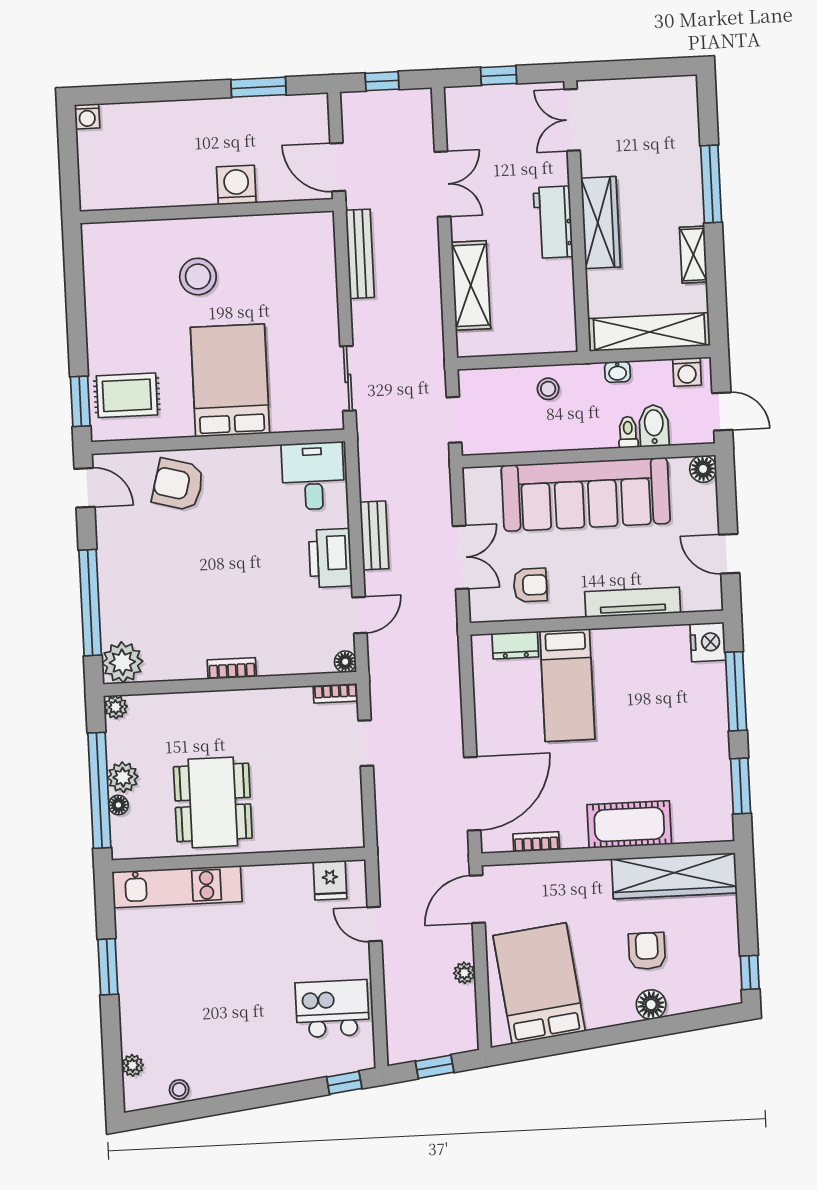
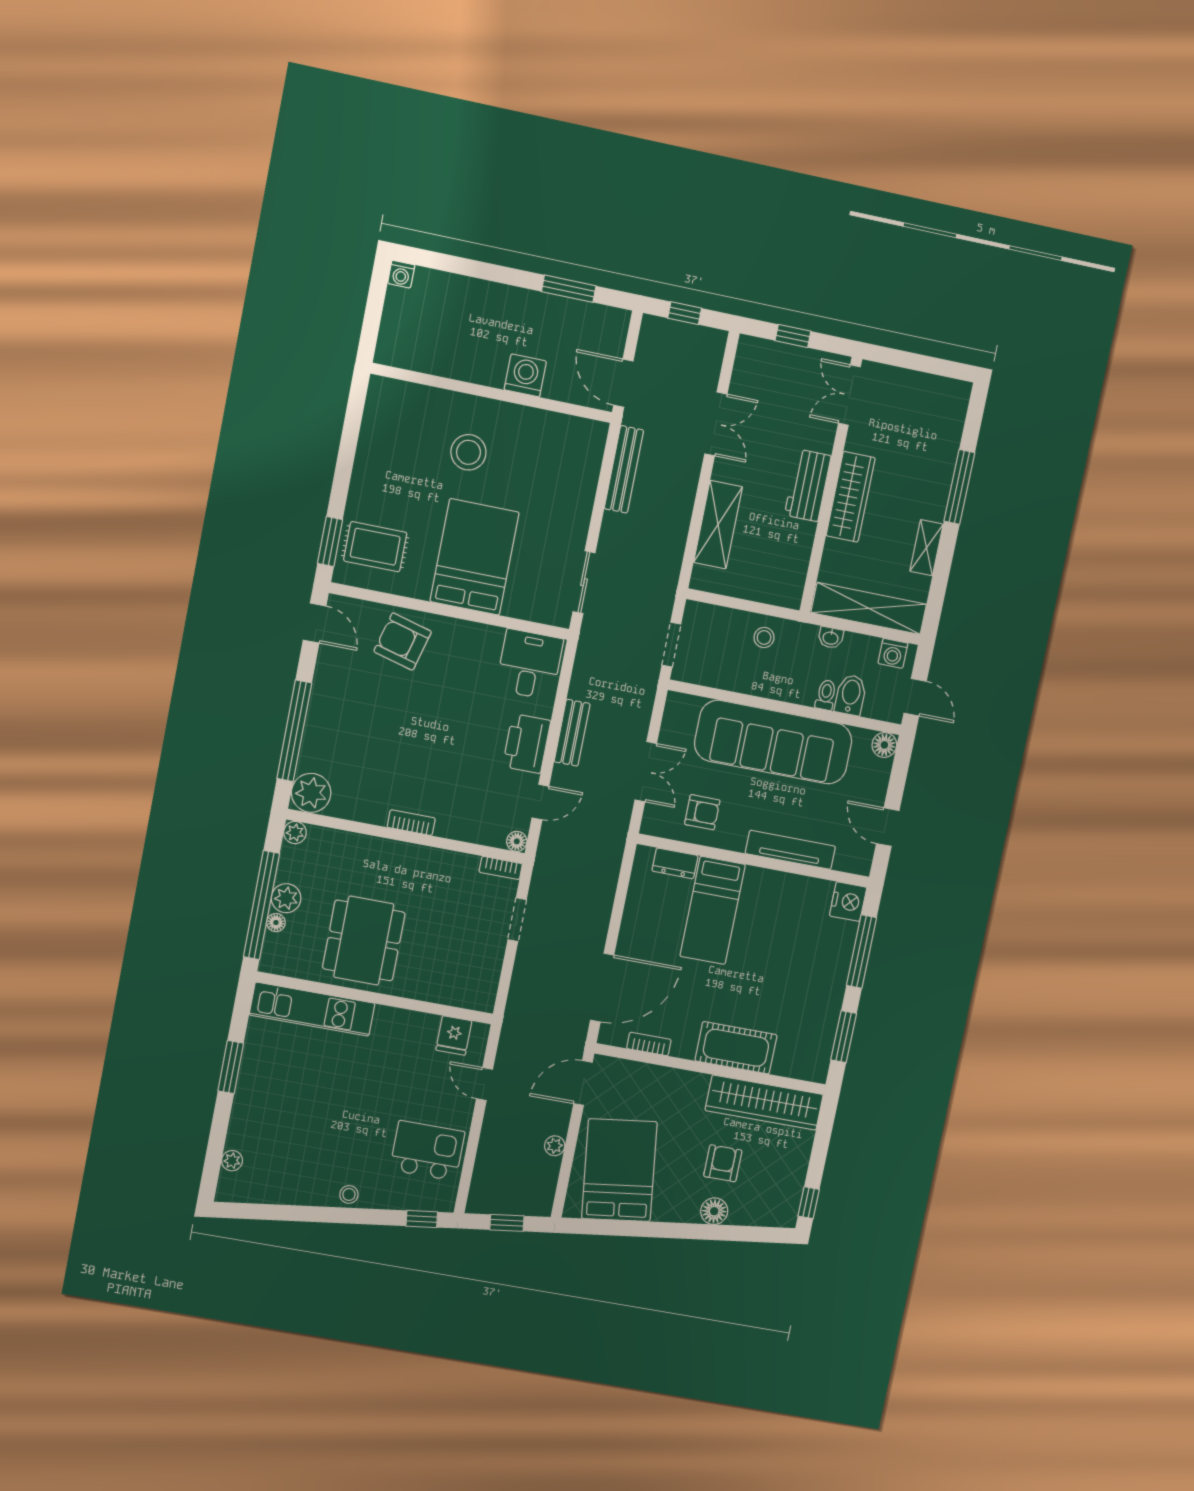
stool: (179, 1089) -> (349, 1194), moved

